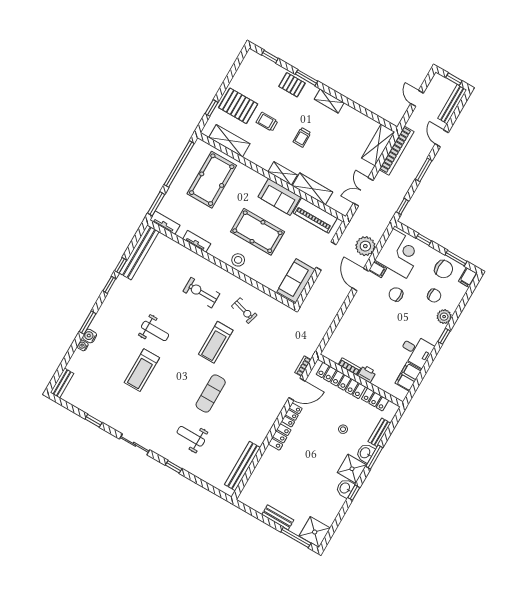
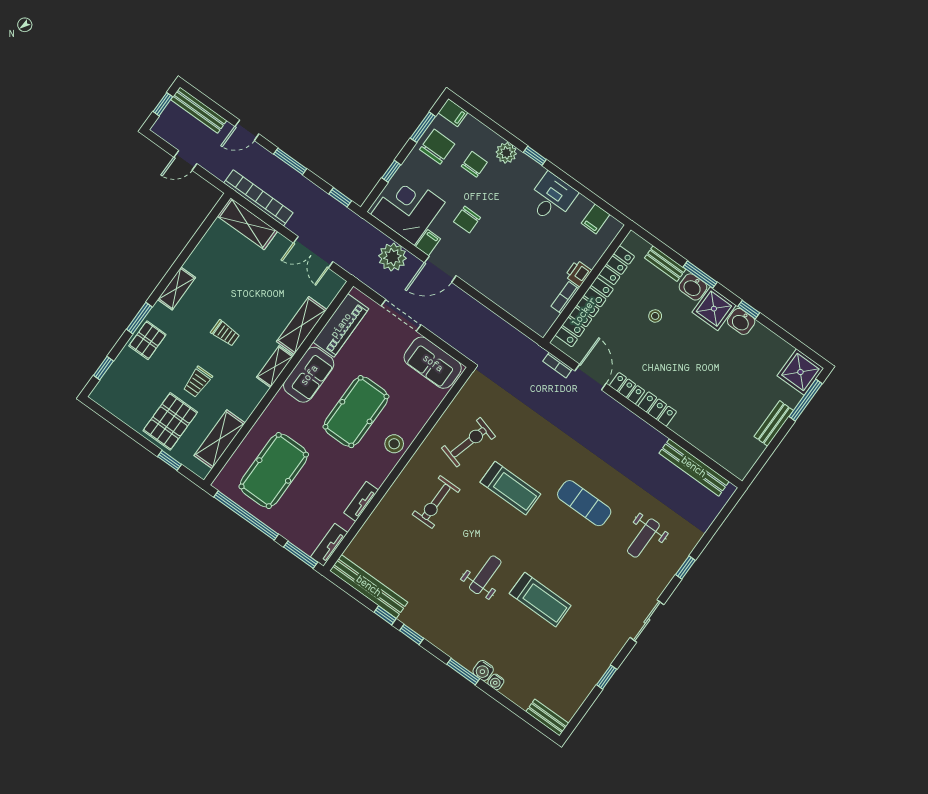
pool table: (212, 180) -> (274, 471), turned 90
exercise bike: (244, 311) -> (469, 442), width x1.38, depth x1.39
filing cabinet: (408, 377) -> (596, 219), width x0.50

